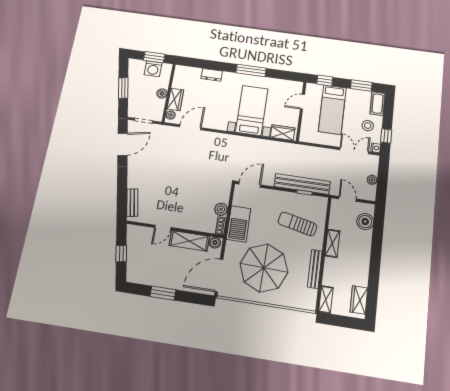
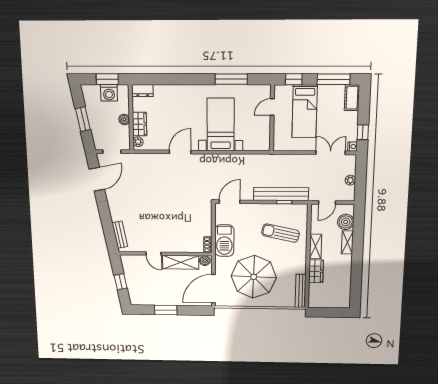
window: (251, 70) -> (231, 79), moved
dresser: (212, 75) -> (142, 91), moved
window: (361, 86) -> (334, 79), width x1.44
stool: (368, 126) -> (343, 124), removed
door: (190, 127) -> (180, 152), moved
wardrobe: (283, 133) -> (256, 144), removed
door: (347, 199) -> (327, 202), swing flipped
plant: (221, 209) -> (205, 229), removed
door: (163, 228) -> (154, 254), hinge flipped
bench: (315, 269) -> (301, 291), moved
shelving: (326, 300) -> (347, 242), moved
wardrobe: (359, 300) -> (316, 271), moved, turned 180

